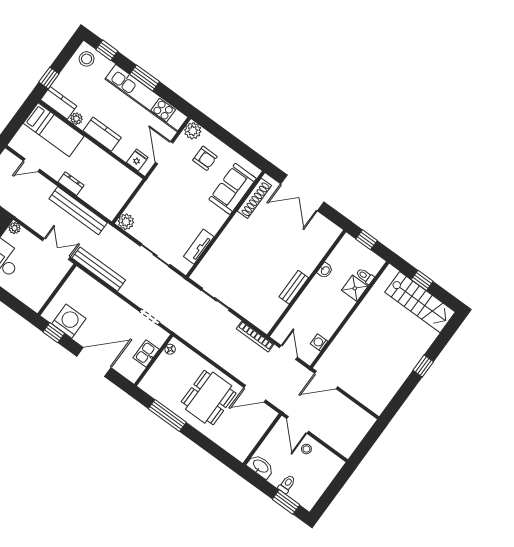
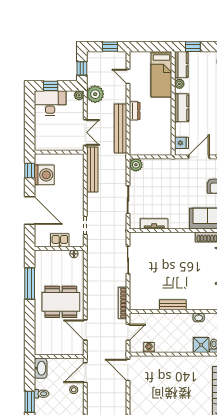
plant: (25, 211) -> (95, 94), added

